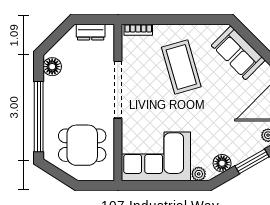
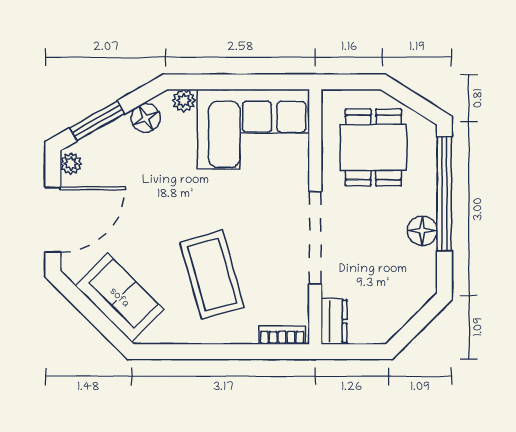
dresser: (91, 32) -> (334, 321), moved, turned 90
floor lamp: (52, 67) -> (422, 231), moved
dining table: (82, 145) -> (373, 147), turned 90

